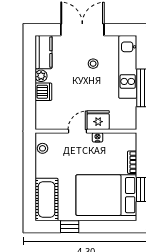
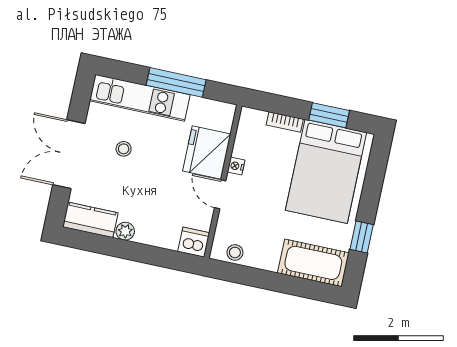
dishwasher: (43, 92) -> (194, 242), moved
fridge: (98, 120) -> (207, 153), width x1.36, depth x1.34

